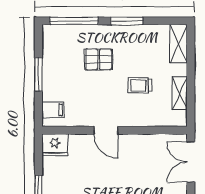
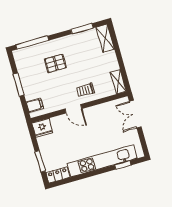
window: (127, 21) -> (82, 29), moved
trolley: (140, 85) -> (85, 90), moved
shelving: (180, 94) -> (118, 82), moved

